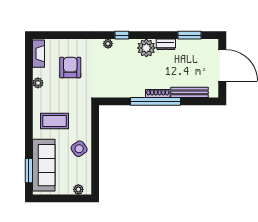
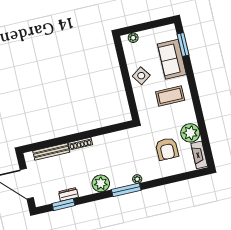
window: (122, 35) -> (126, 190), width x2.17
dresser: (166, 44) -> (68, 194), moved
plant: (38, 83) -> (190, 133), width x1.88, depth x1.88
window: (155, 101) -> (81, 136), removed
sofa: (44, 165) -> (172, 59), width x0.73

